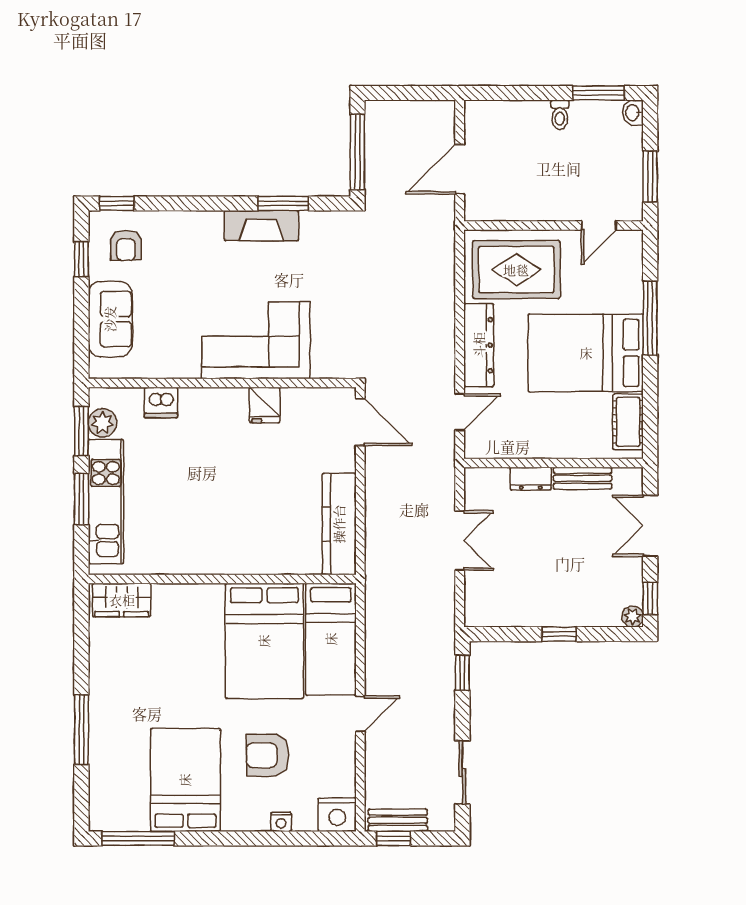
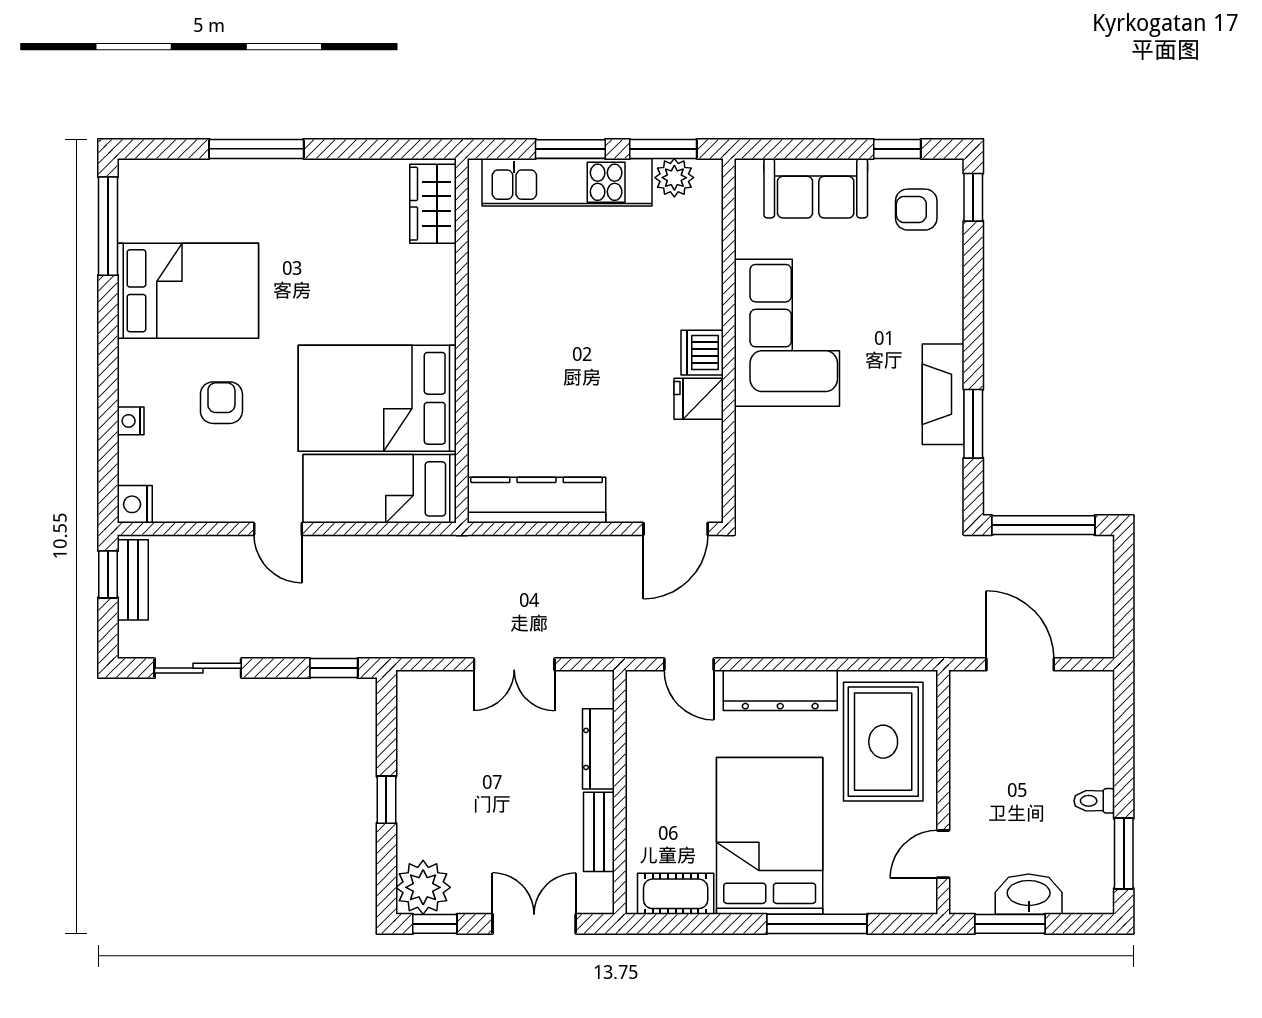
washbasin: (633, 113) -> (1029, 894), moved, width x1.91, depth x1.45
door: (599, 226) -> (943, 854), hinge flipped
corner sofa: (256, 340) -> (787, 333), moved
dishwasher: (161, 402) -> (702, 353), moved
dresser: (531, 479) -> (598, 749), width x1.44
plant: (633, 617) -> (423, 887), width x1.88, depth x1.88
armchair: (268, 755) -> (221, 403), width x0.72, depth x0.72
nightstand: (337, 815) -> (135, 504), width x0.74, depth x0.75

